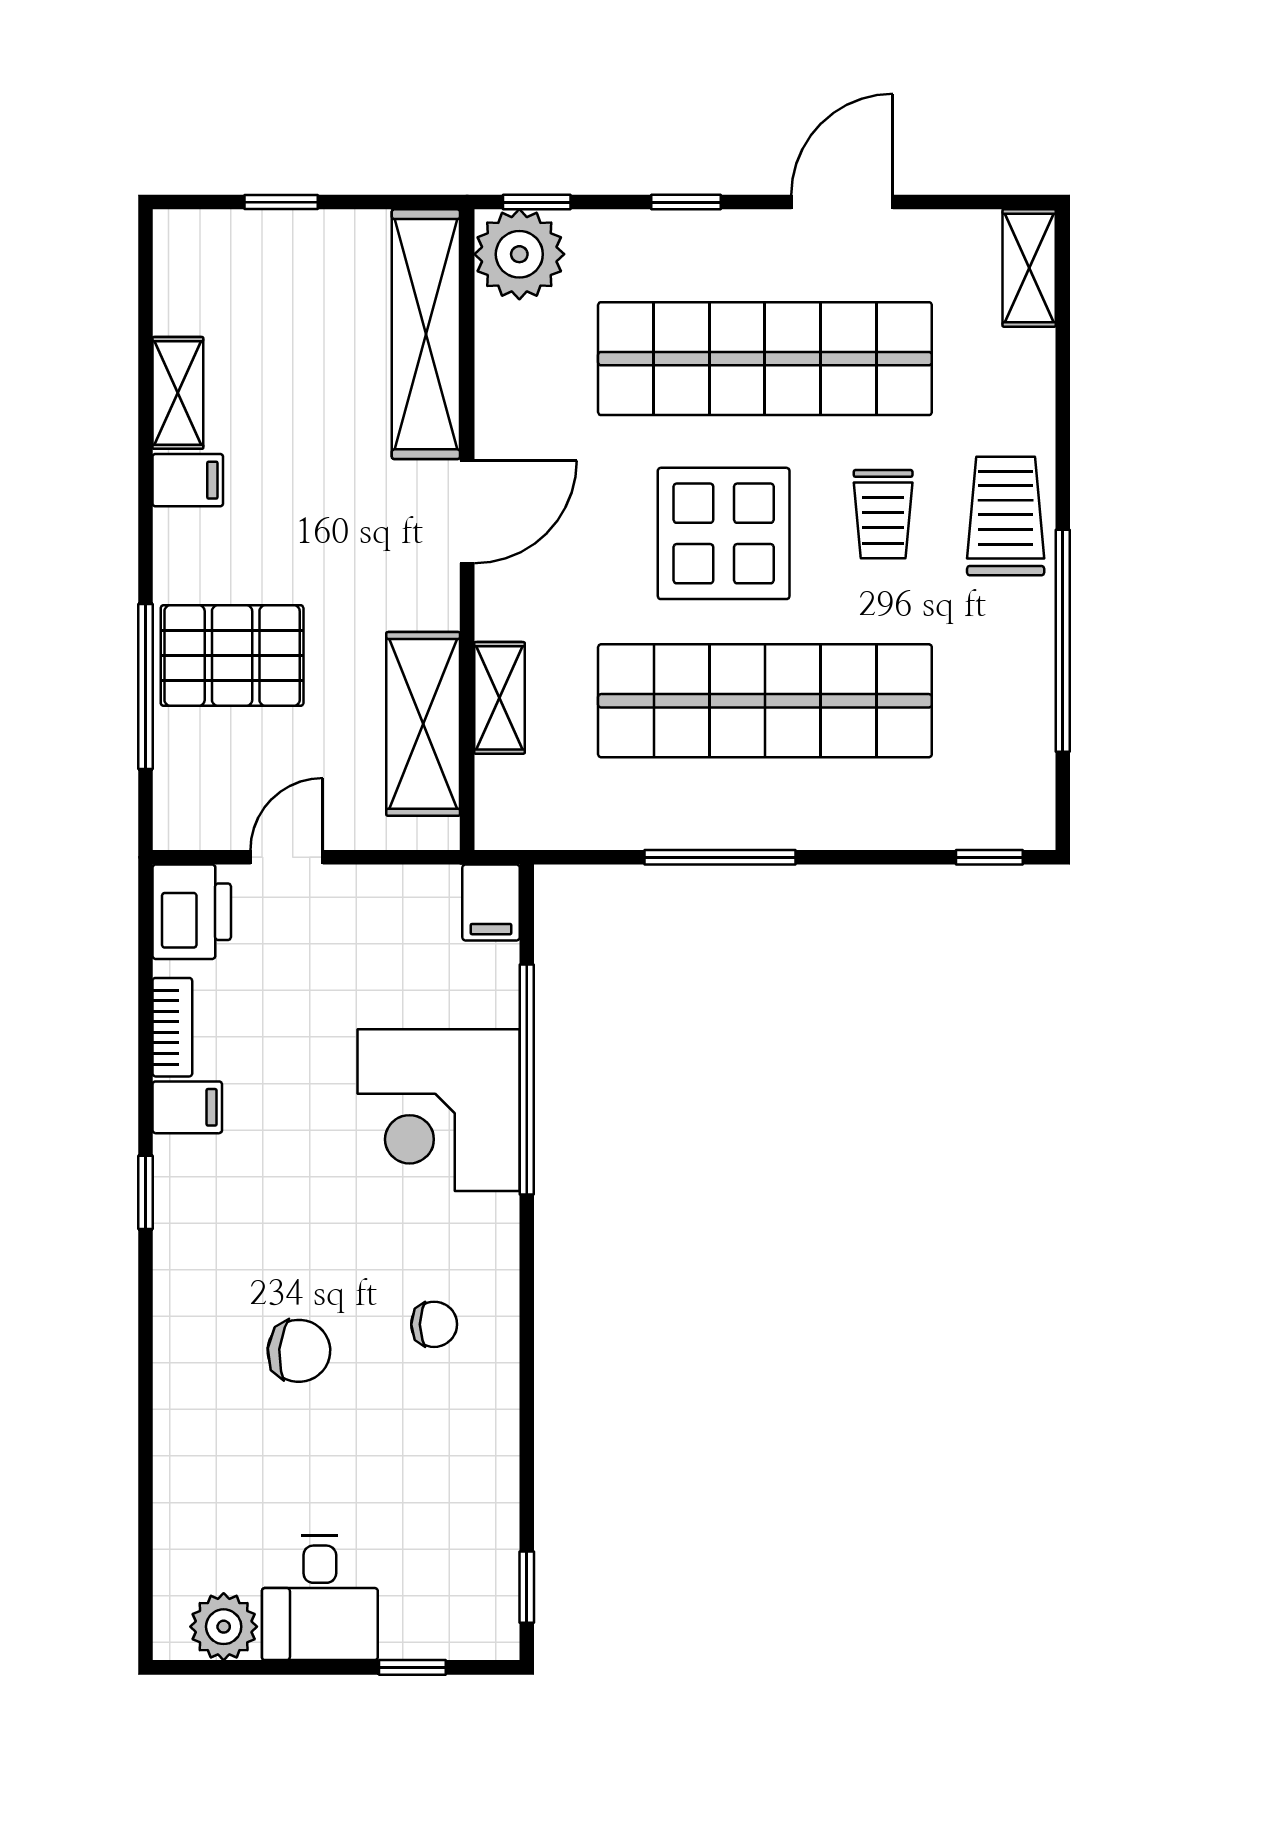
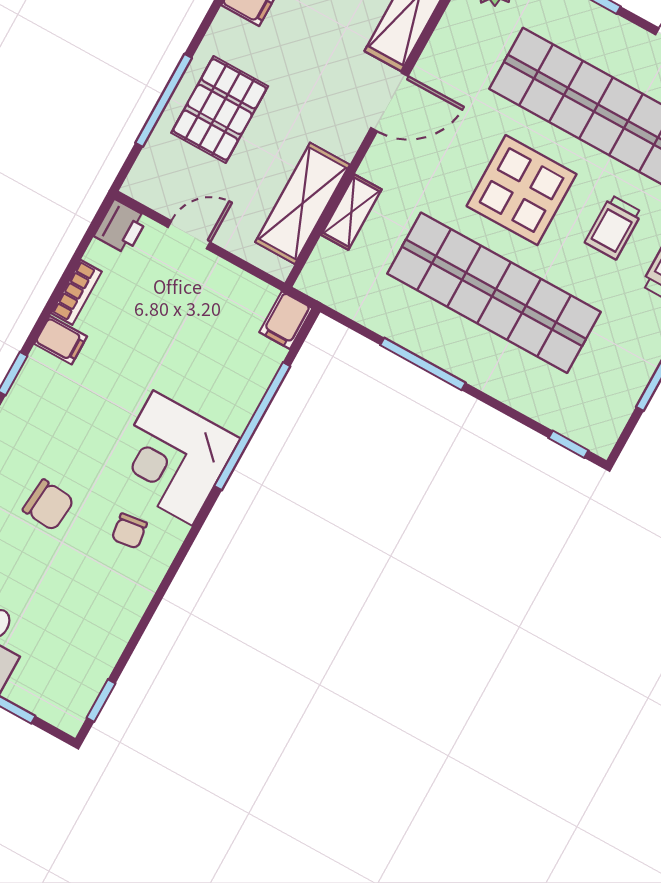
pallet: (232, 656) -> (220, 109), turned 90
printer: (192, 912) -> (121, 227), width x0.73, depth x0.81
corner desk: (439, 1110) -> (173, 458), moved
chair: (434, 1324) -> (129, 531), turned 82

